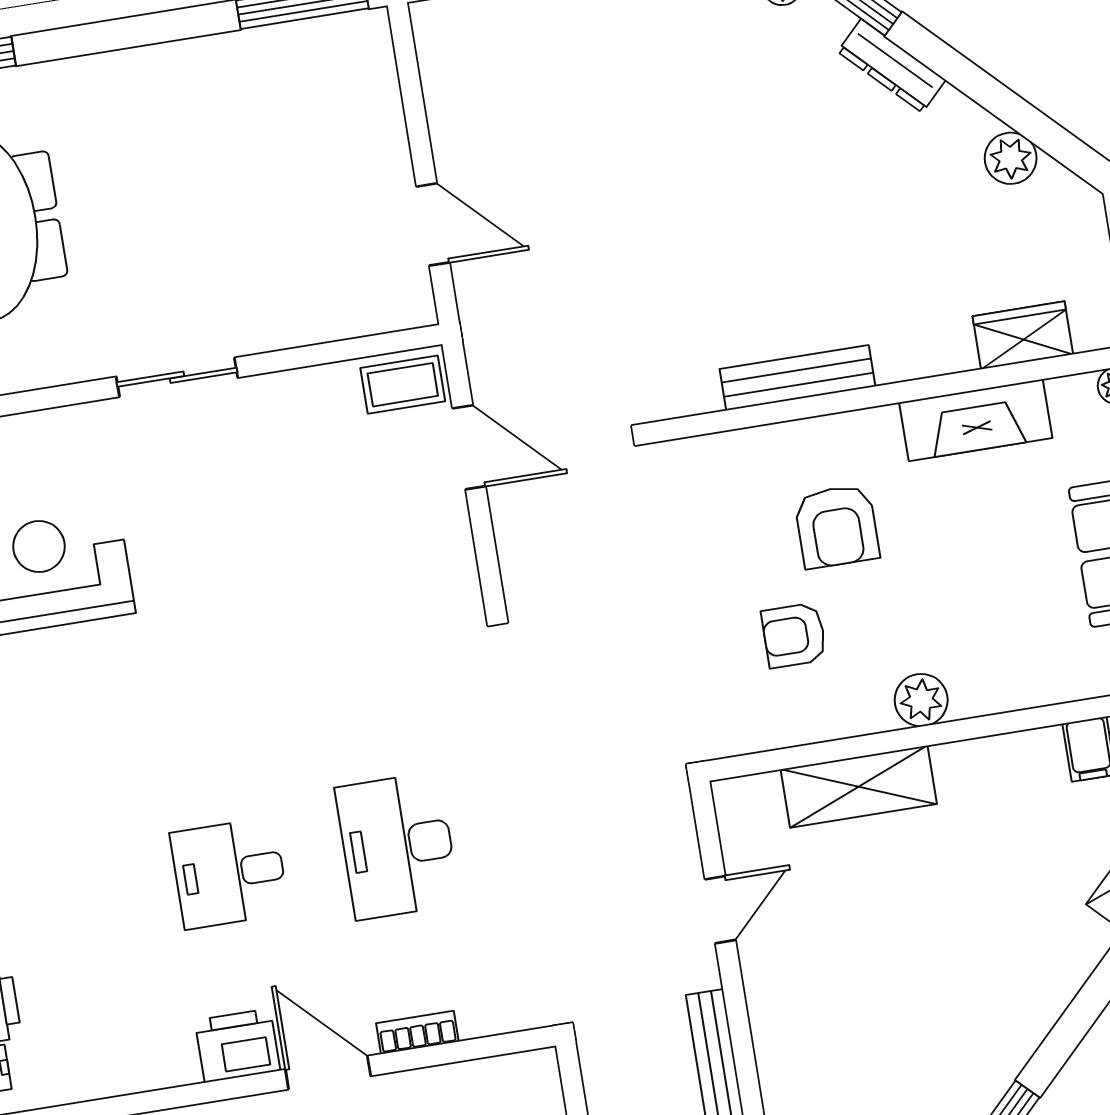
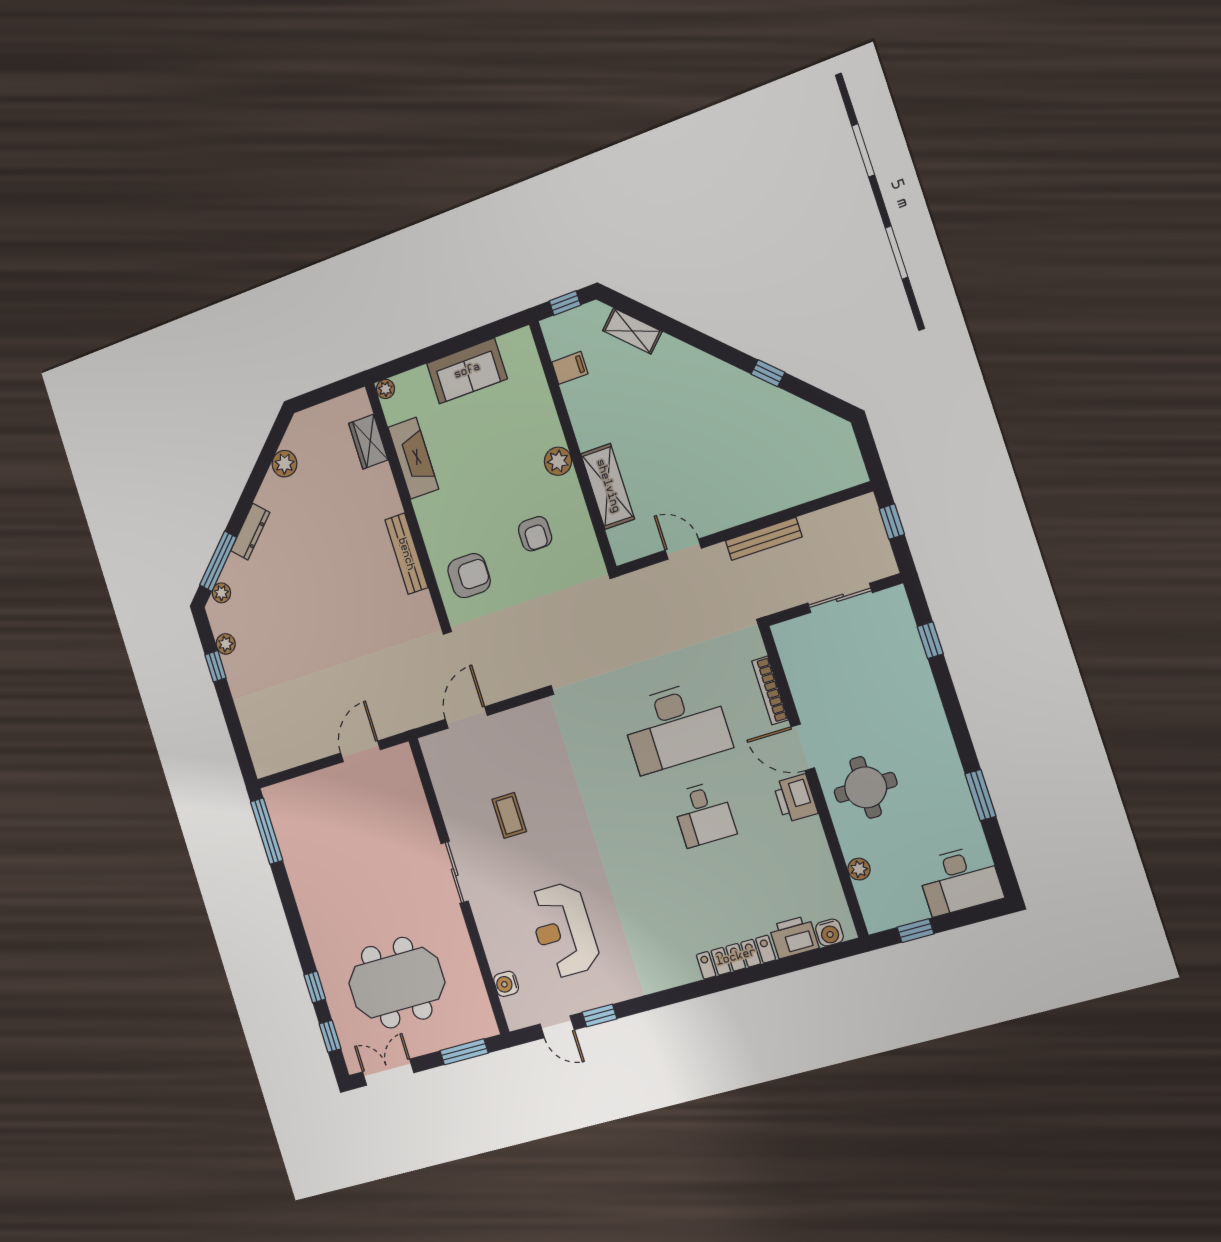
coffee table: (403, 385) -> (509, 815), moved
armchair: (837, 526) -> (469, 576), moved
desk: (397, 846) -> (676, 726), width x1.36, depth x1.30
bookcase: (417, 1032) -> (770, 690), width x1.56
door: (328, 1073) -> (803, 747), hinge flipped

